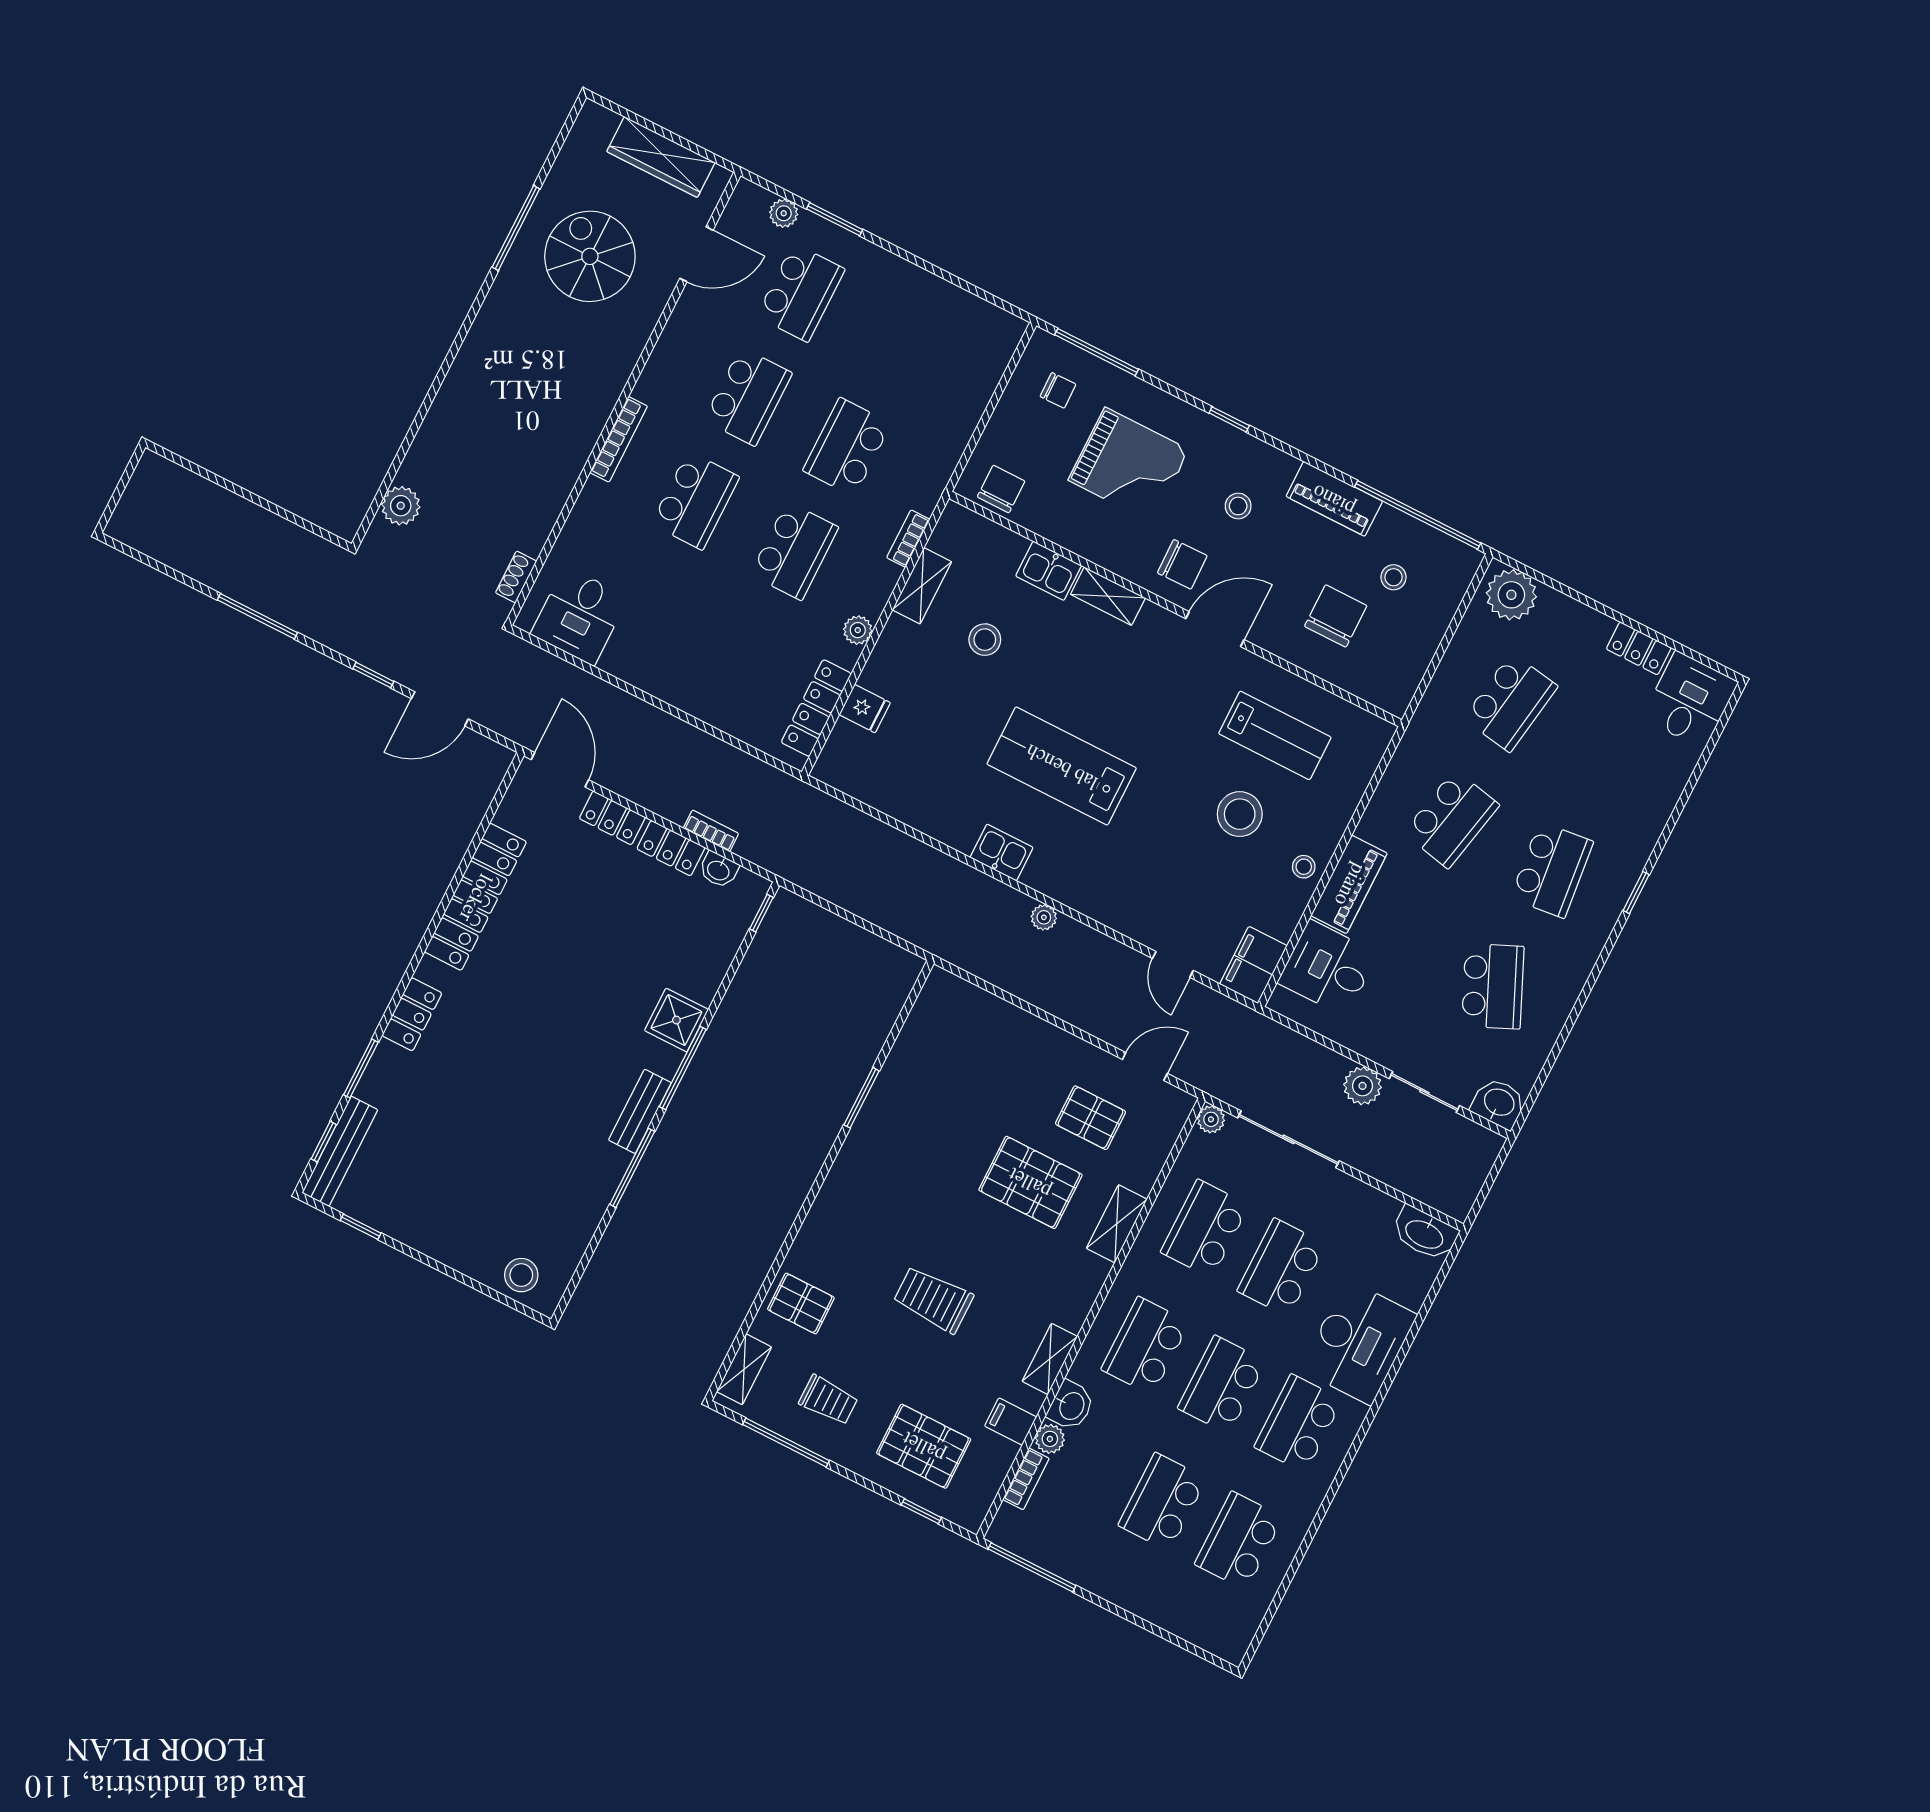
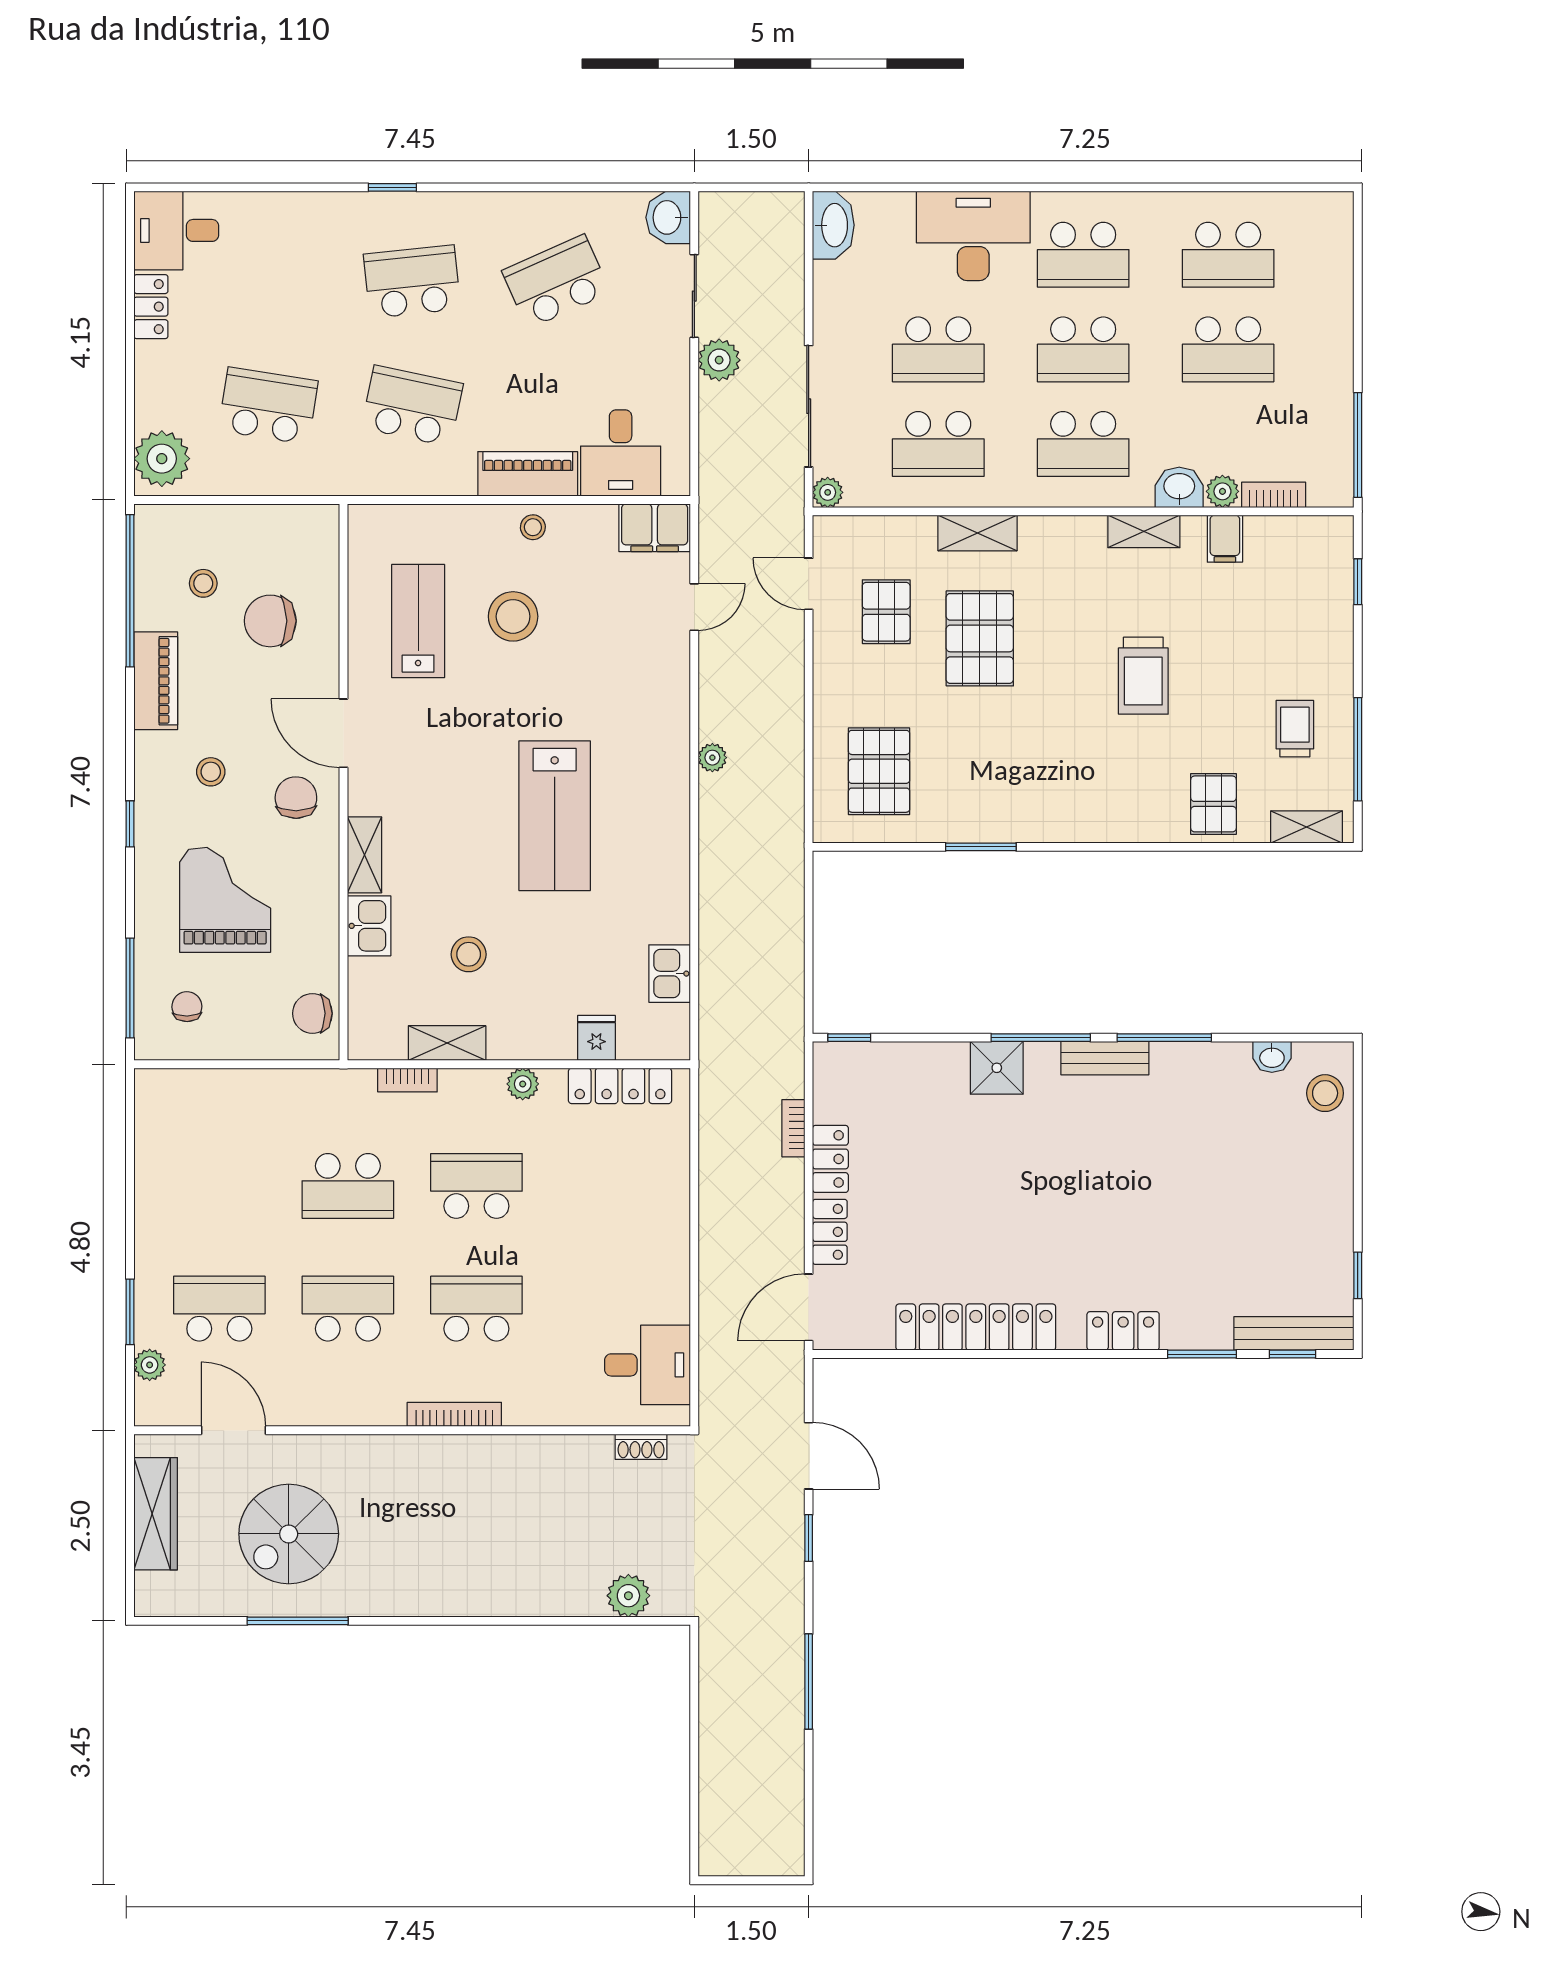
kitchen sink: (1002, 852) -> (670, 974), moved
washbasin: (719, 870) -> (1272, 1057), moved, turned 90
pallet: (924, 1446) -> (879, 771), moved

